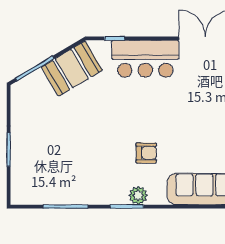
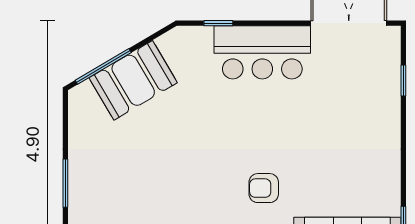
booth: (72, 69) -> (133, 80), moved
armchair: (146, 153) -> (264, 188), turned 180

